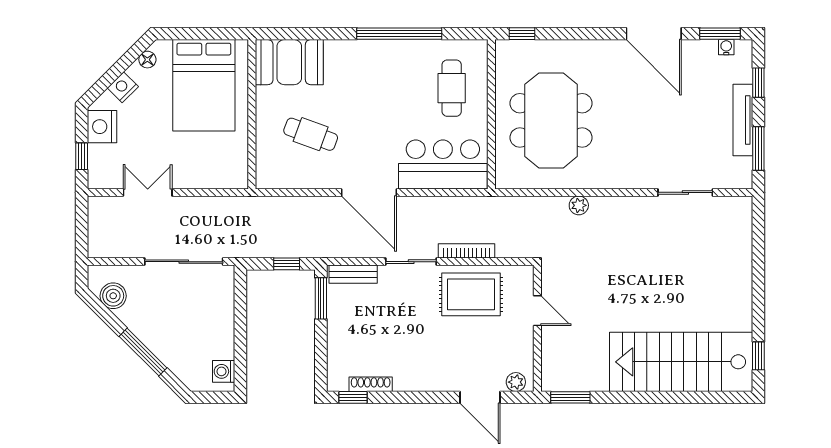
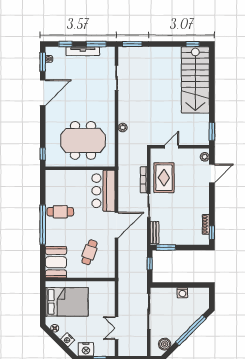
window: (399, 34) -> (43, 225), moved
cafe table: (452, 88) -> (60, 212), moved
window: (758, 226) -> (132, 44), added
window: (143, 352) -> (191, 330), width x1.46
washing machine: (224, 371) -> (182, 293), moved

